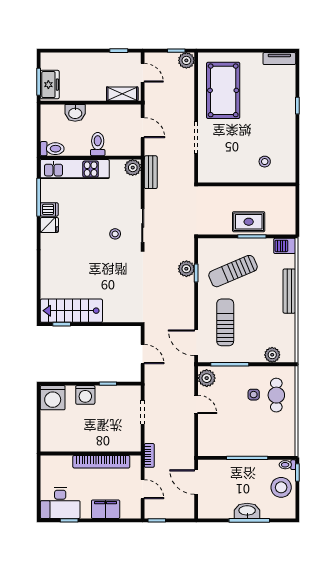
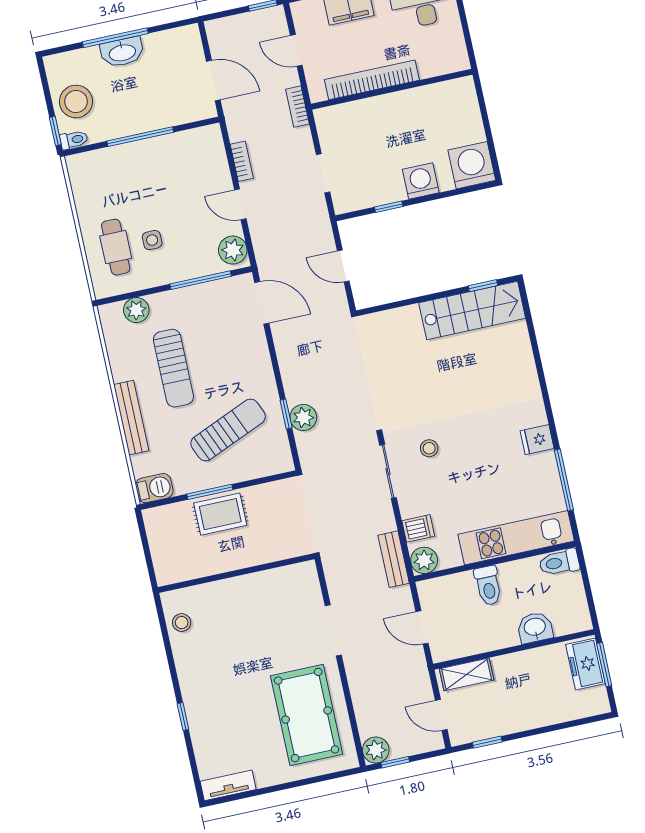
stool: (265, 162) -> (182, 623), moved
dishwasher: (49, 209) -> (418, 528), moved, turned 180
sun lounger: (225, 322) -> (173, 368), moved
bookcase: (190, 430) -> (242, 161), added

